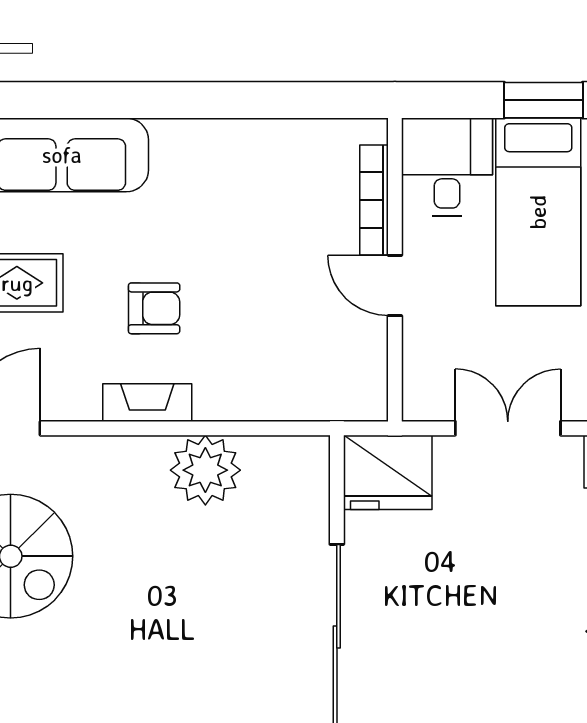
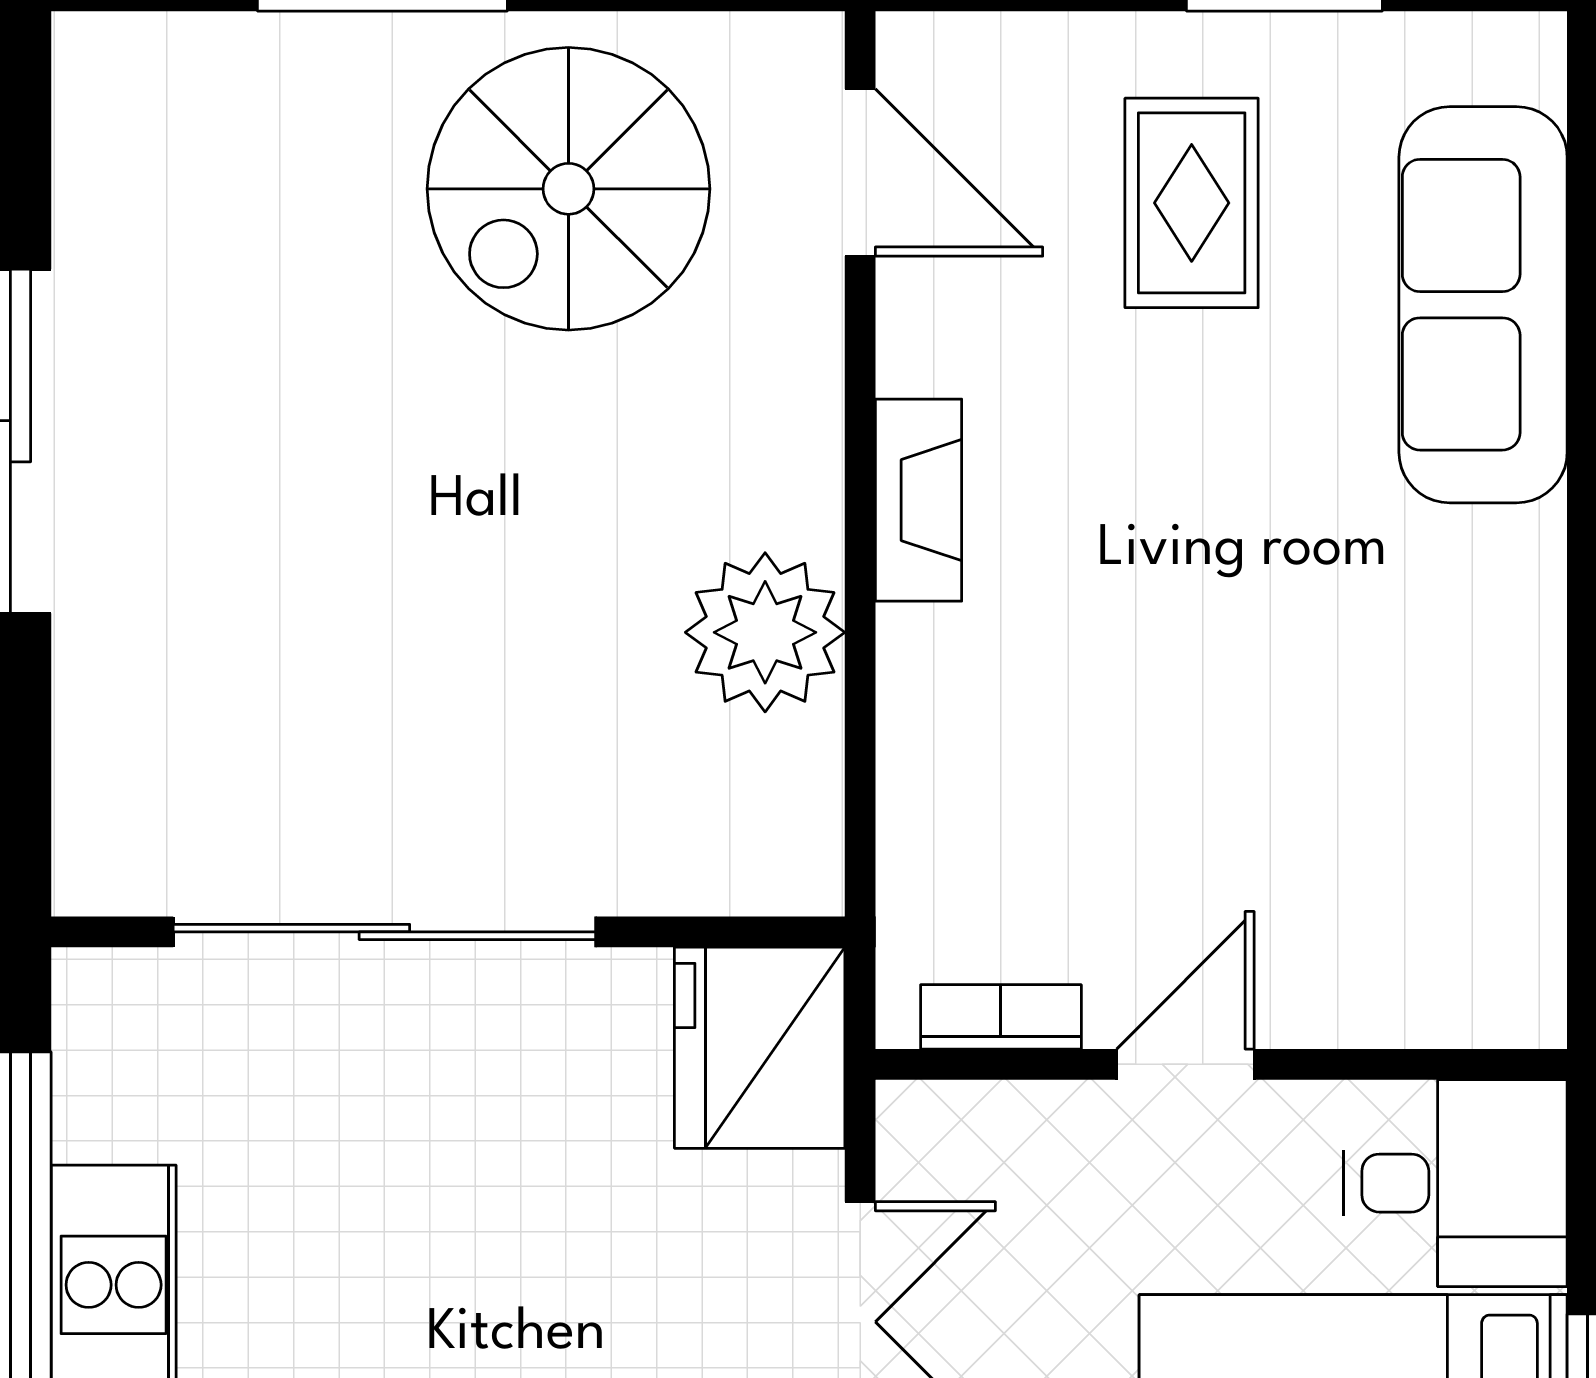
bookcase: (374, 200) -> (1001, 1017), moved, width x0.64
armchair: (154, 308) -> (1133, 515), removed

